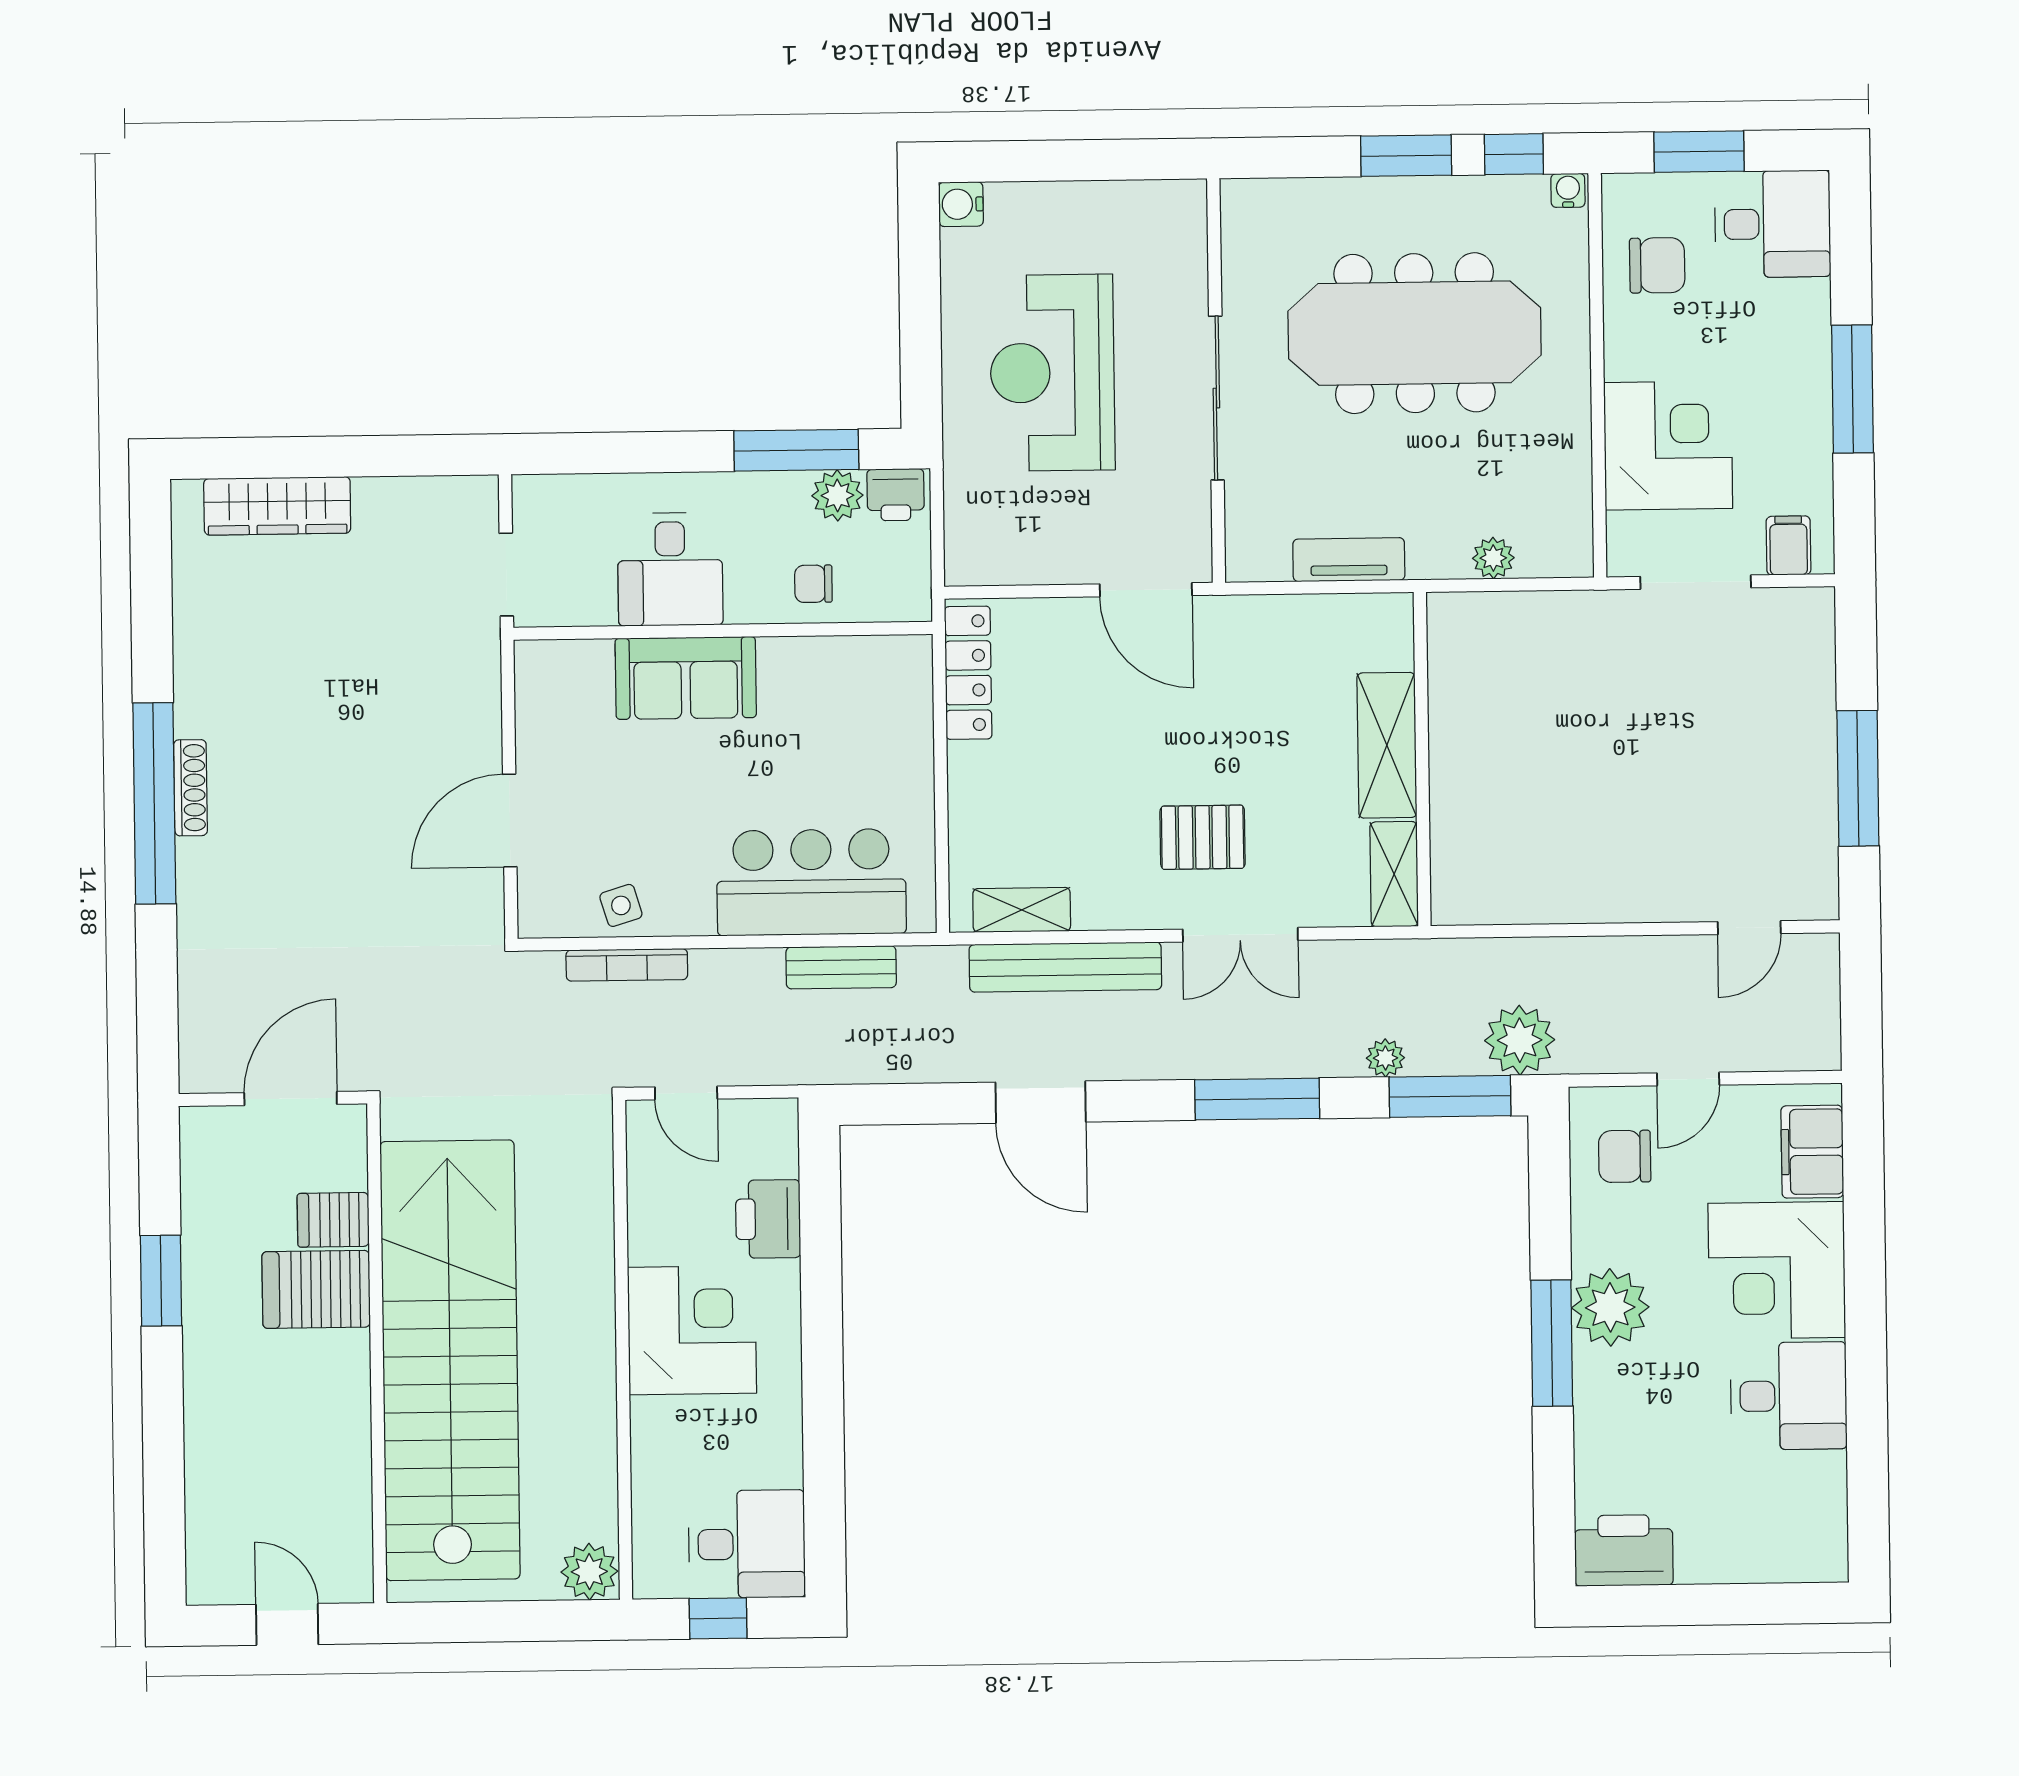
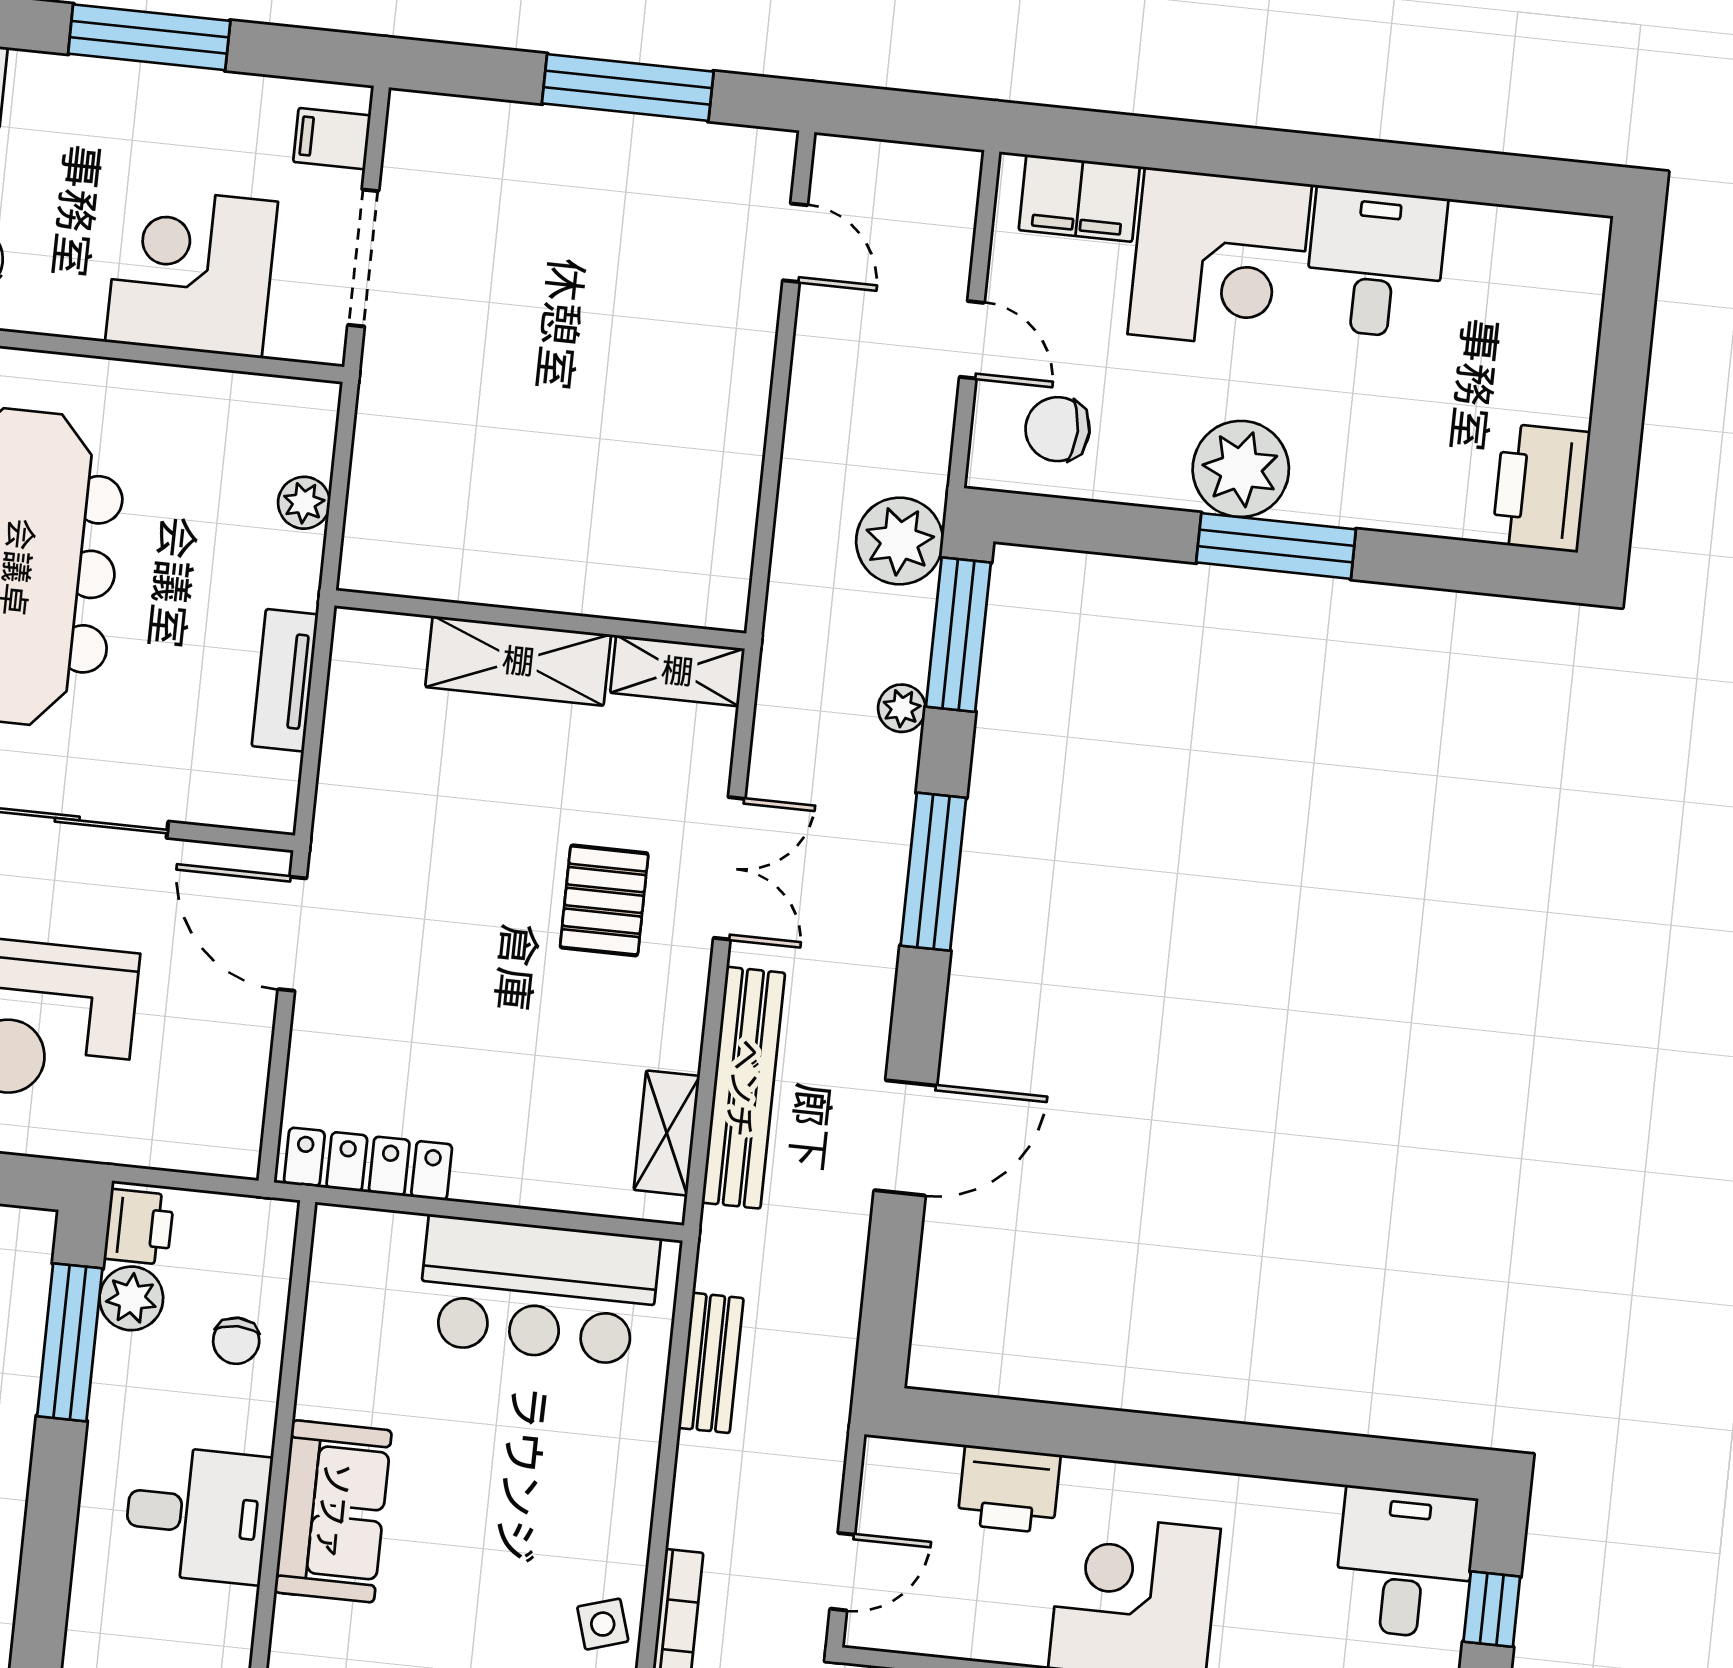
door: (1146, 590) -> (292, 934), swing flipped
bar counter: (811, 882) -> (538, 1290), moved, turned -90
chair: (1625, 1156) -> (1058, 429), turned 90

